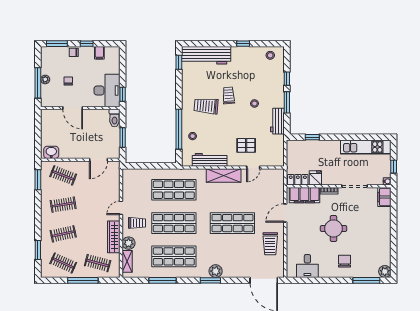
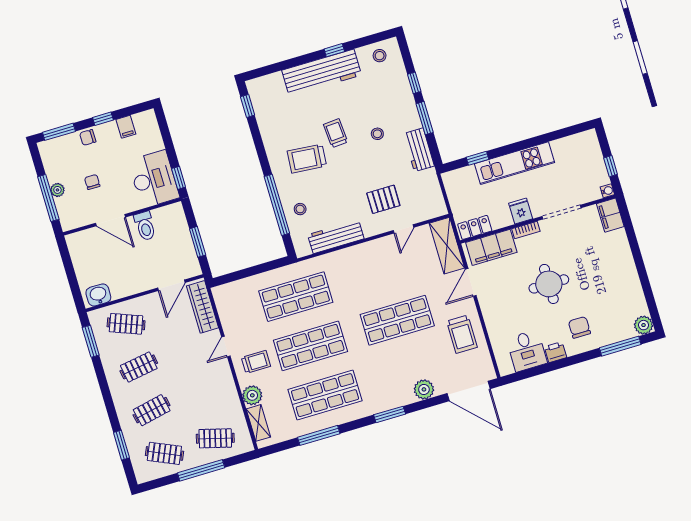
workbench: (206, 55) -> (322, 73), moved
toilet: (115, 118) -> (145, 226), moved
kitchen unit: (366, 147) -> (514, 163), moved
shelving: (224, 175) -> (447, 246), moved, turned 90
fridge: (315, 178) -> (521, 211), moved
wardrobe: (114, 237) -> (202, 307), moved
plant: (216, 271) -> (424, 389), moved
printer: (325, 272) -> (555, 352), added

